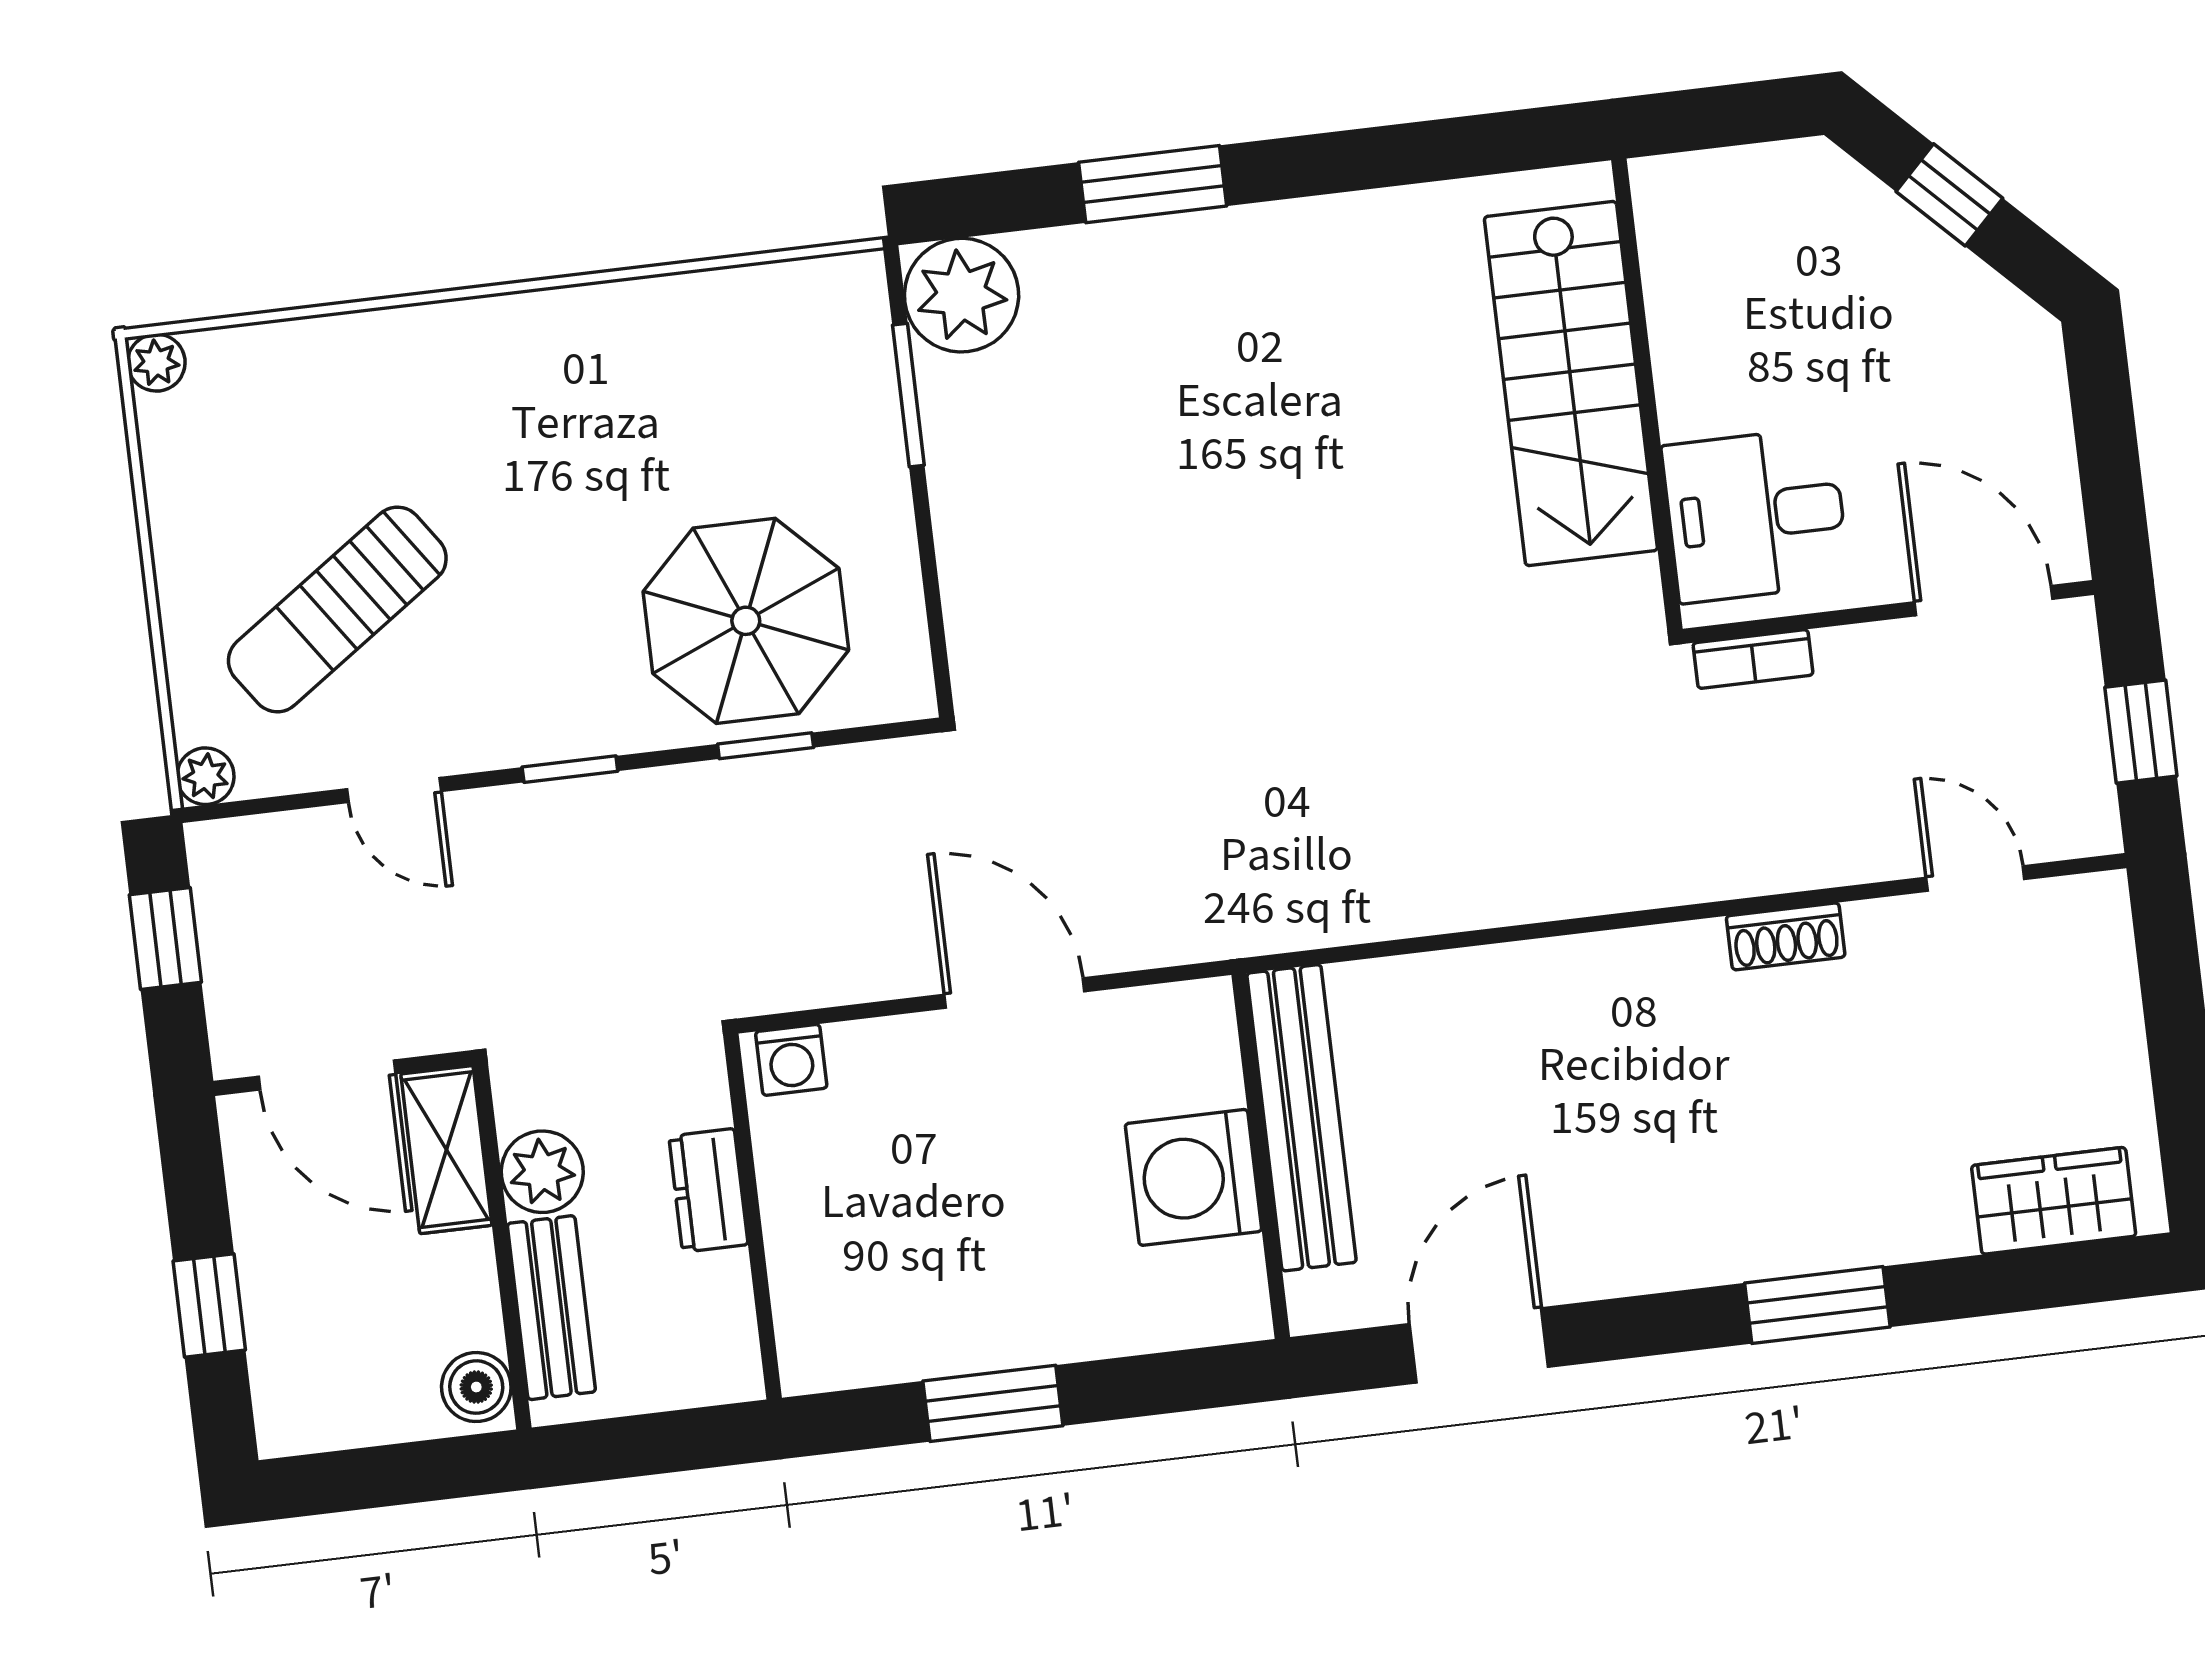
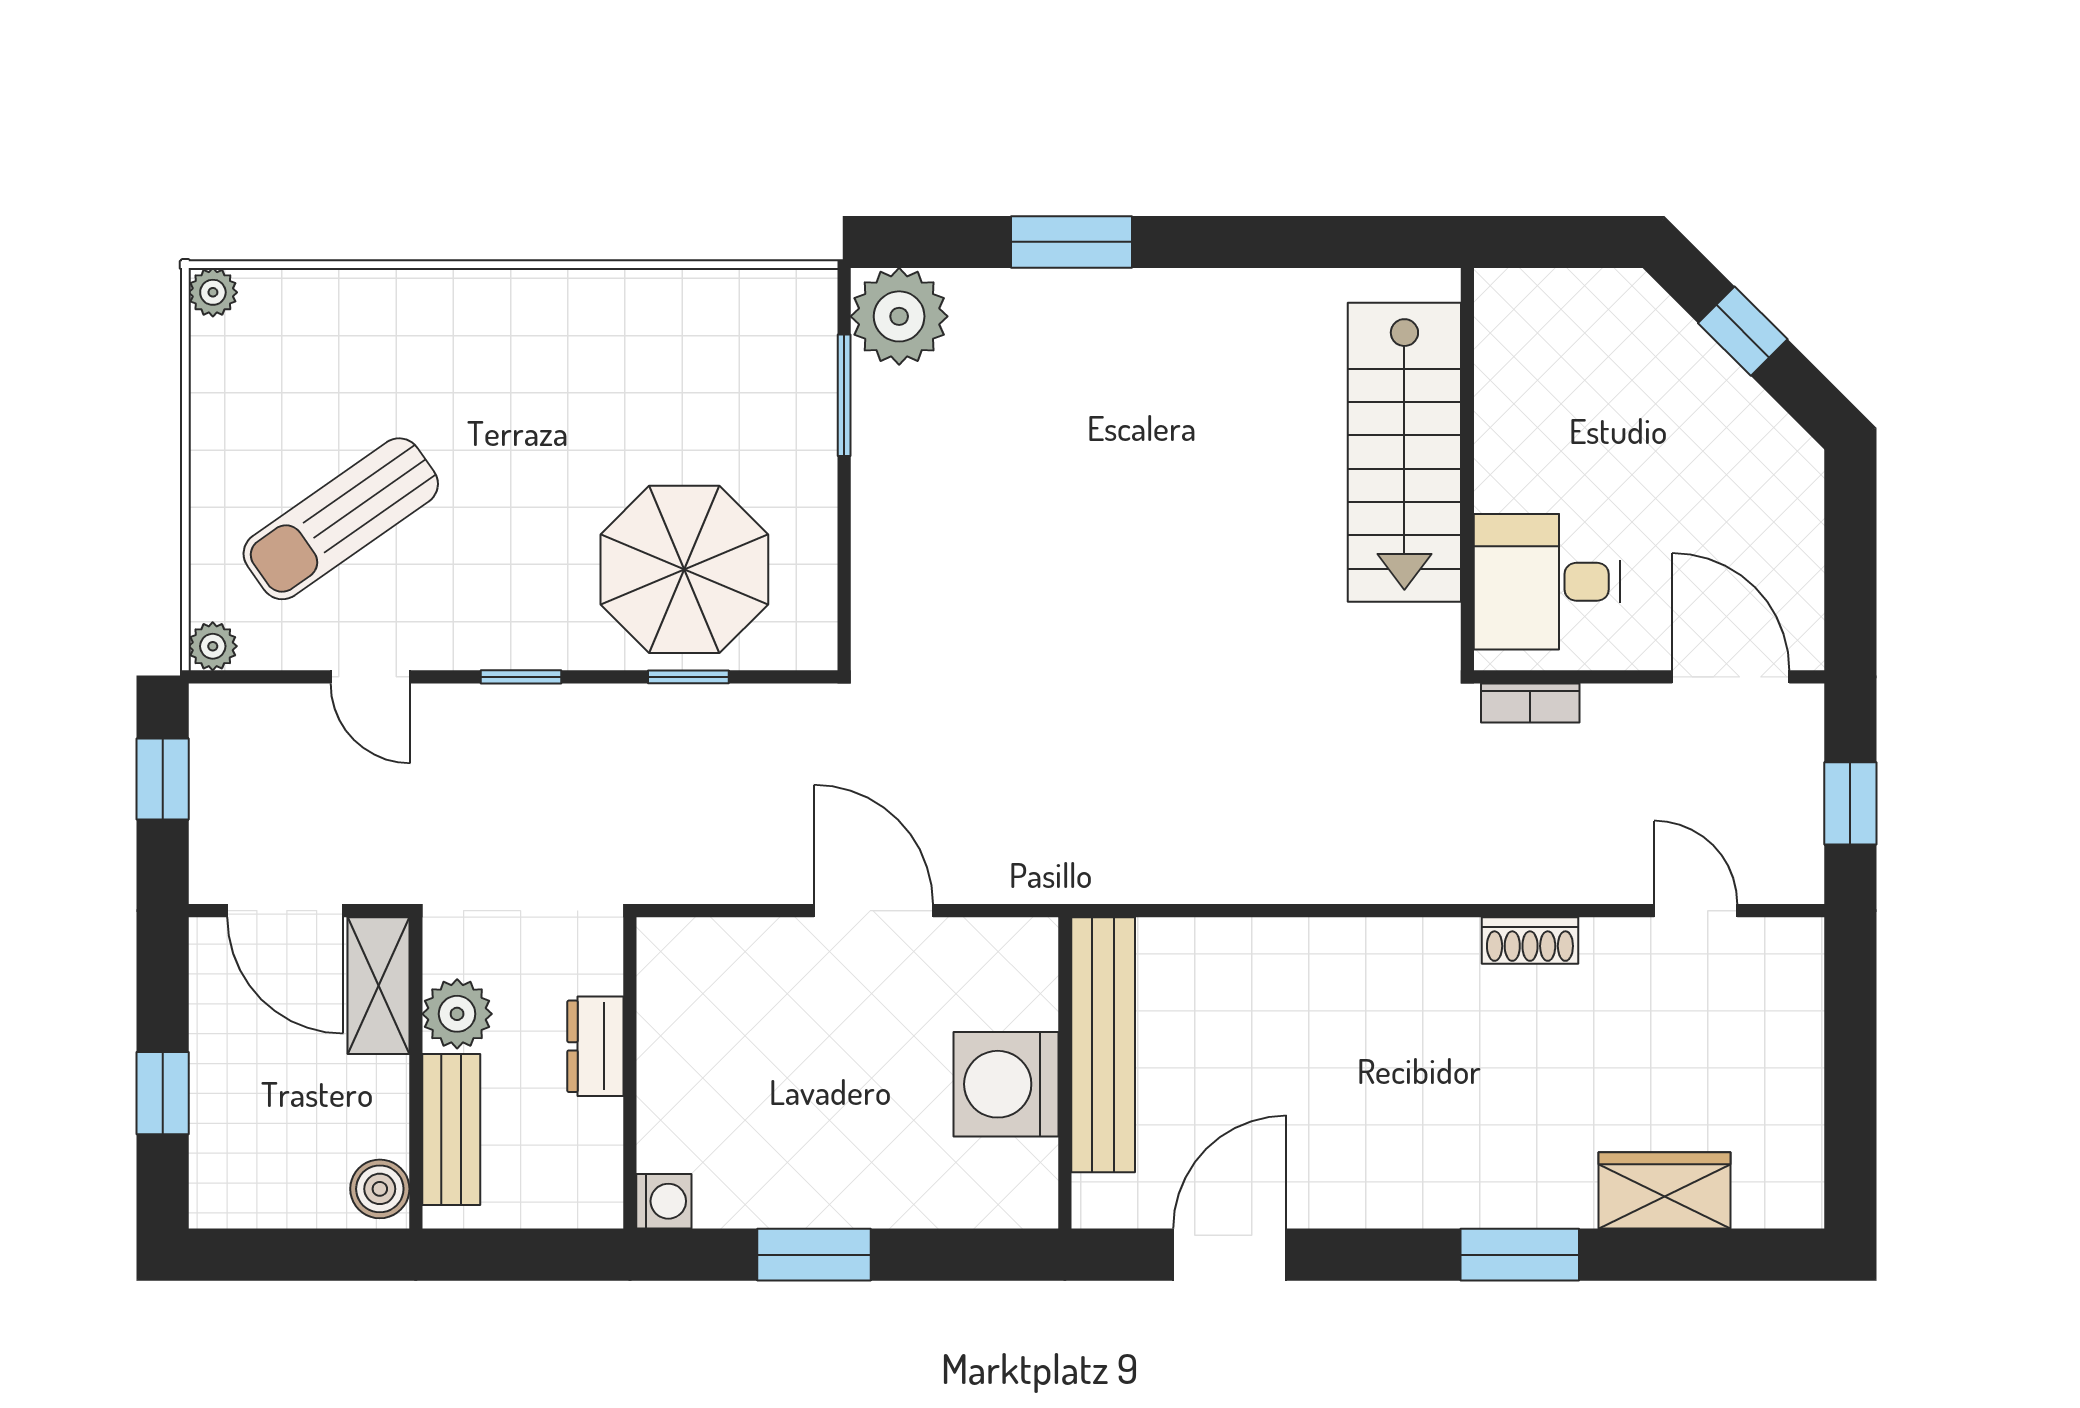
washing machine: (791, 1060) -> (664, 1201), moved, turned -90
wardrobe: (2054, 1201) -> (1665, 1190), moved

